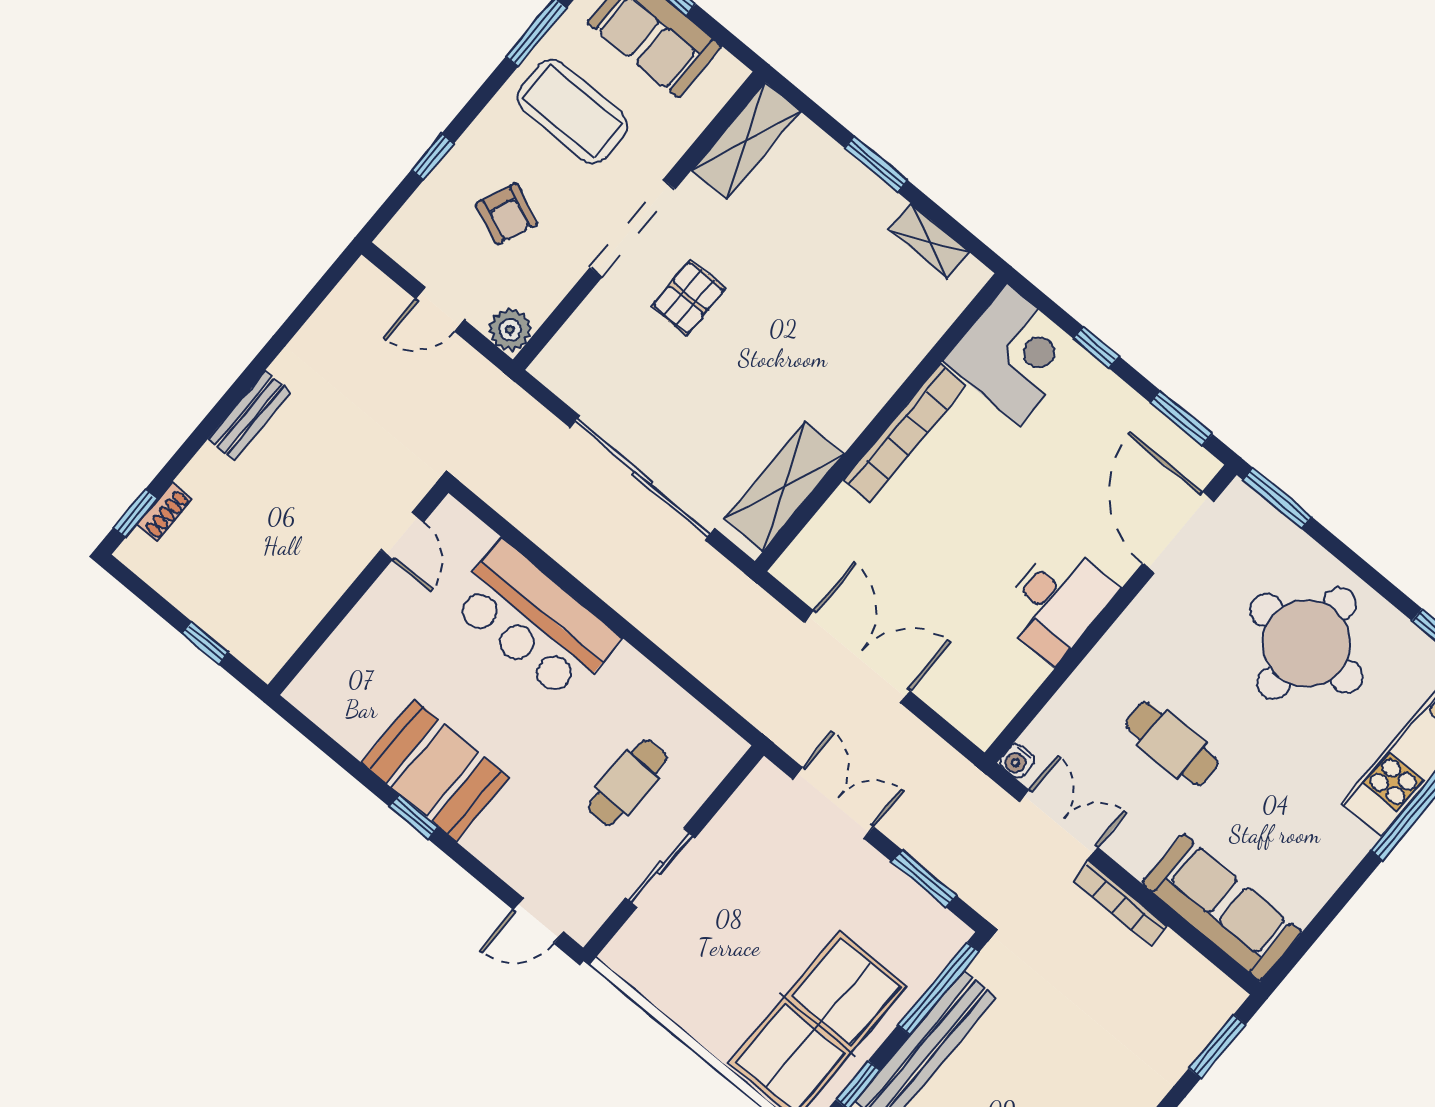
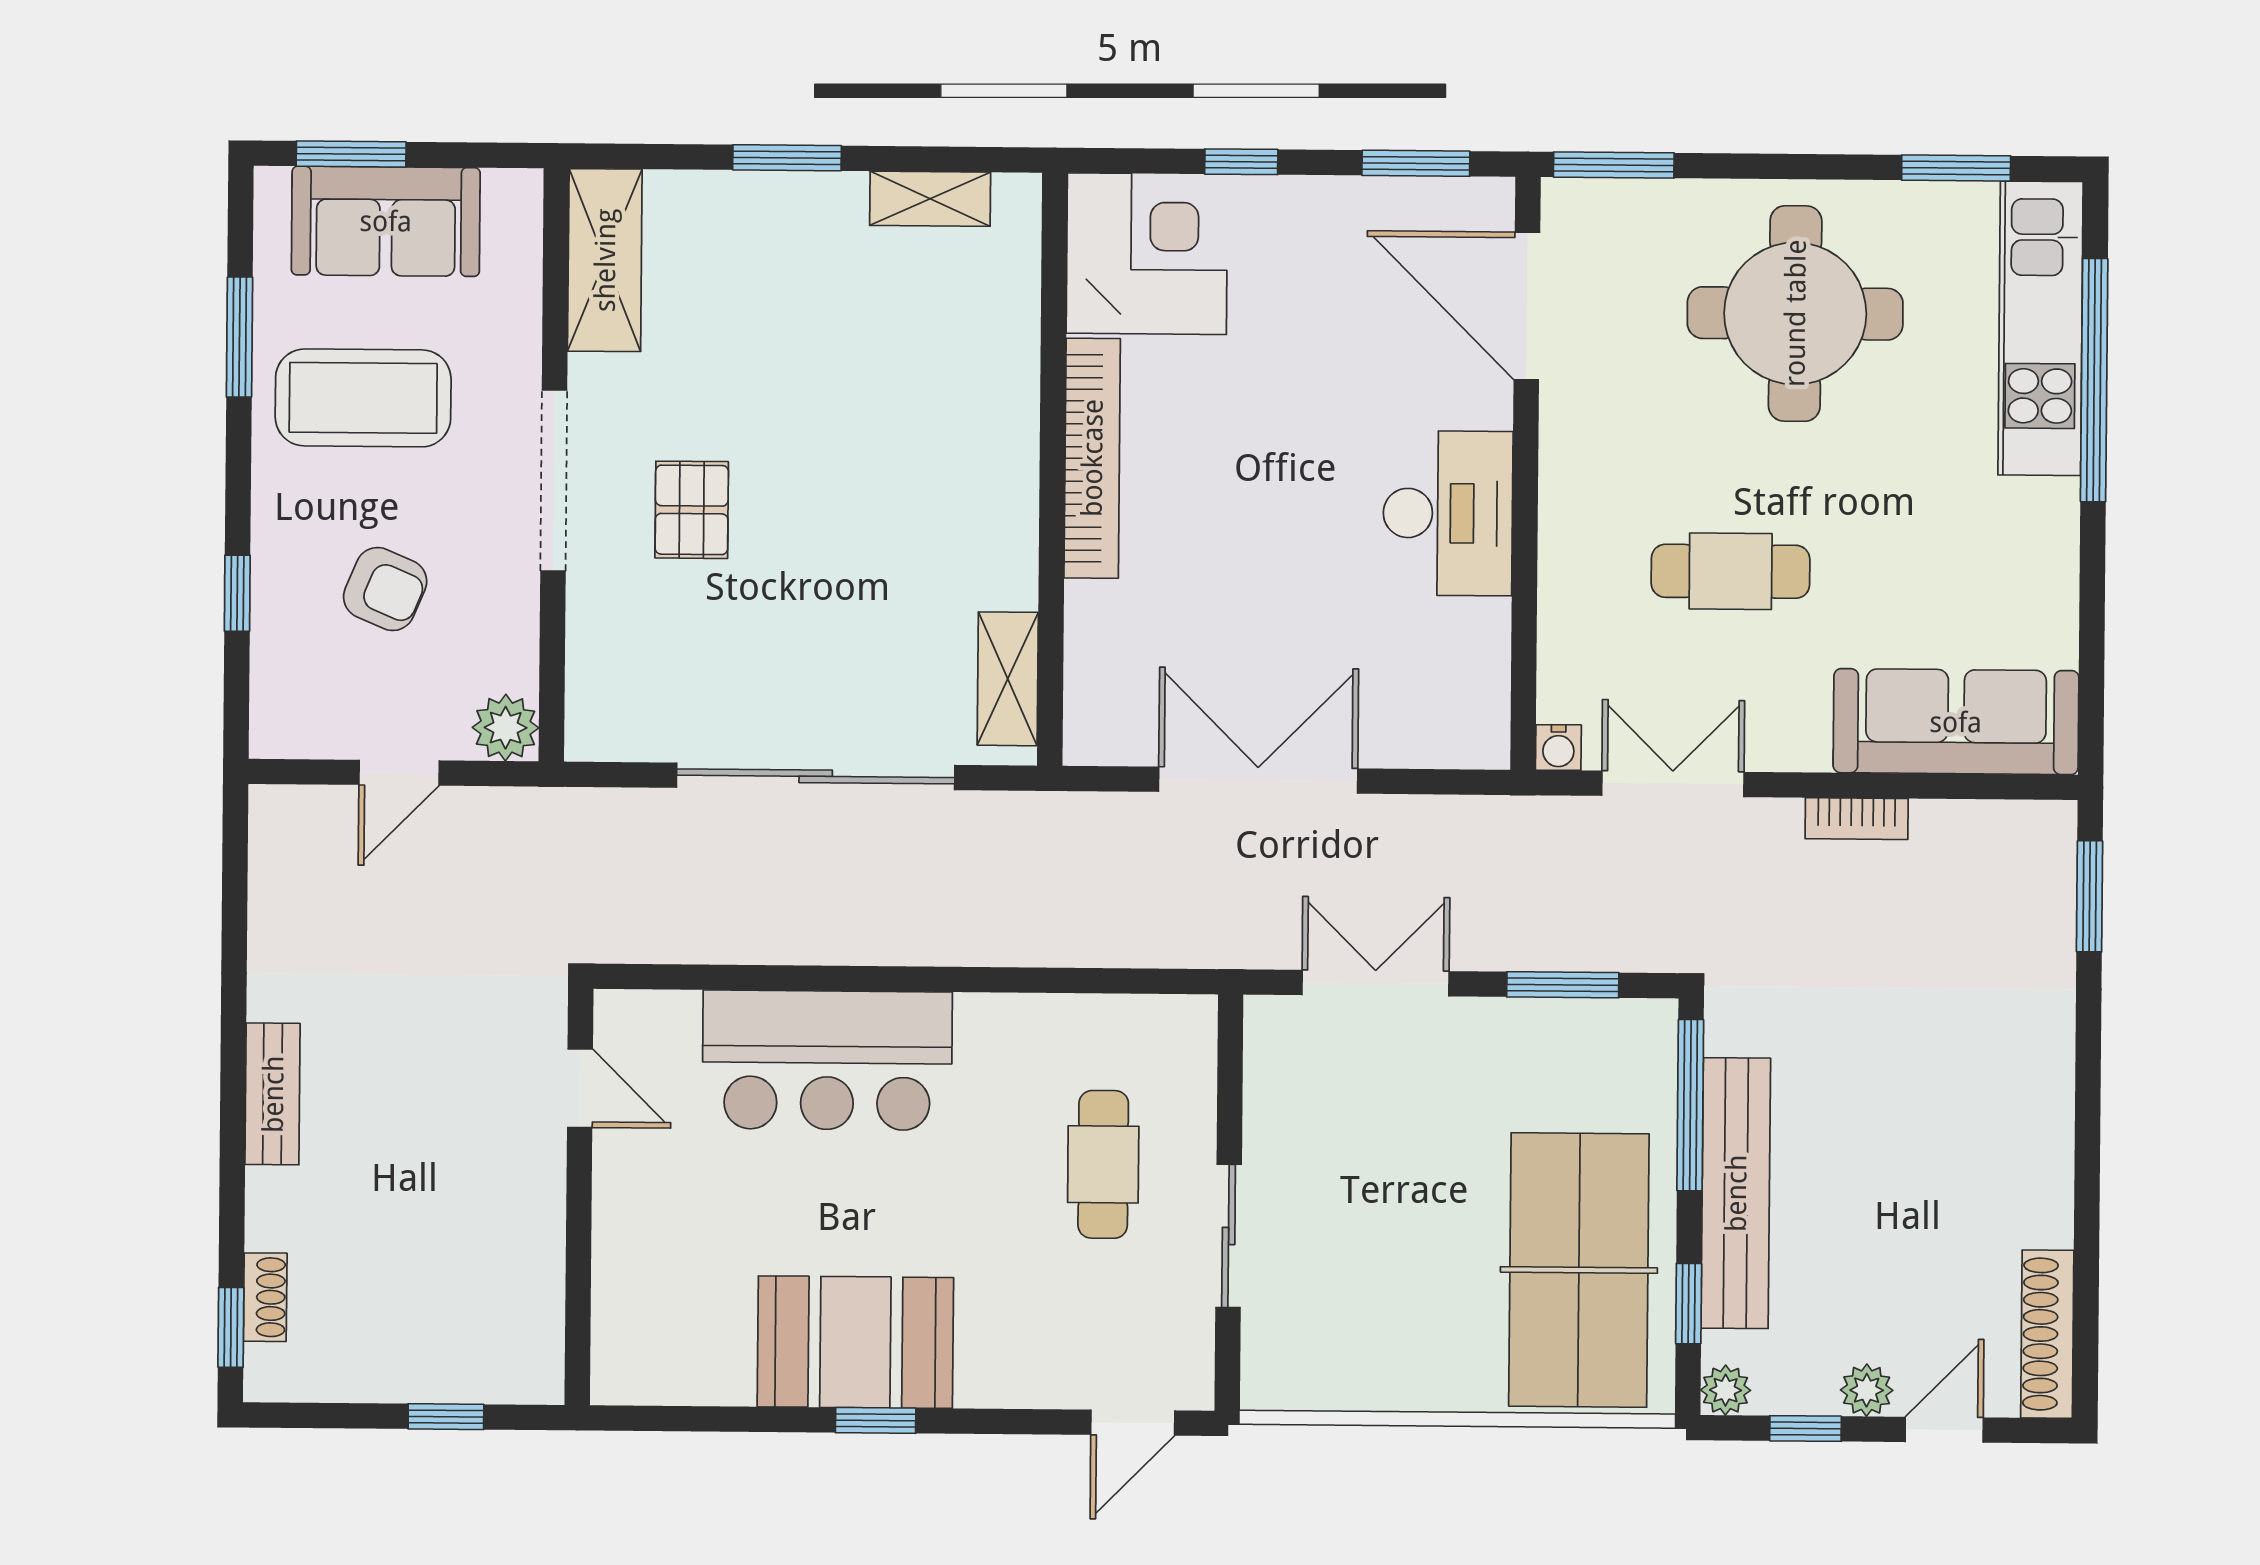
shelving: (784, 487) -> (1008, 679), width x0.67, depth x0.75
bookcase: (1120, 903) -> (1857, 819), width x0.64

